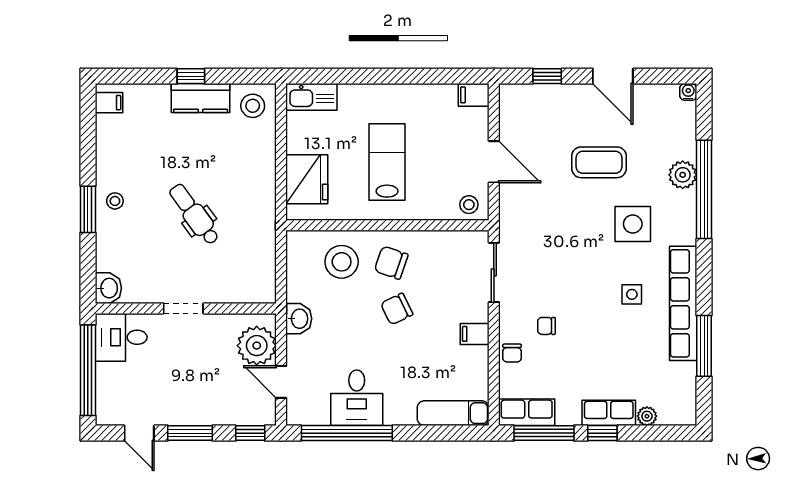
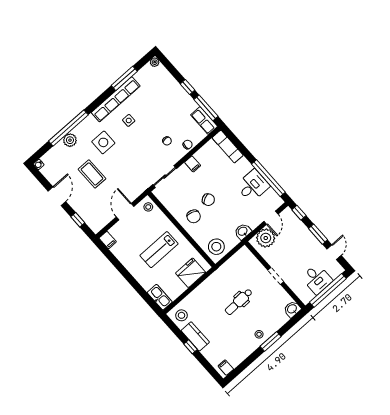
dental chair: (194, 214) -> (239, 302), turned 34
stool: (342, 262) -> (216, 247), moved
desk: (121, 337) -> (317, 279), moved
row of seats: (609, 413) -> (178, 91), removed
plant: (647, 416) -> (155, 62), moved

